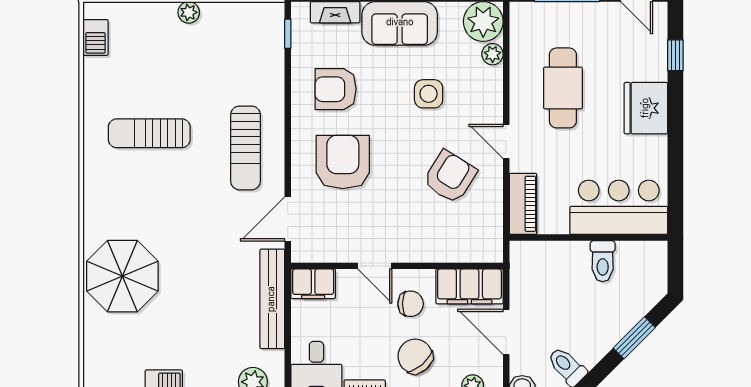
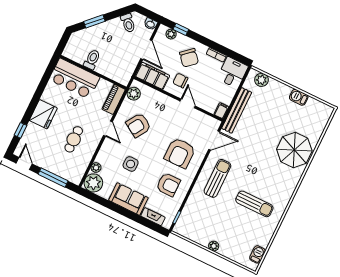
cafe table: (563, 88) -> (74, 139), width x0.73, depth x0.74
plant: (489, 234) -> (134, 94), added
filing cabinet: (313, 284) -> (221, 111), width x0.50

